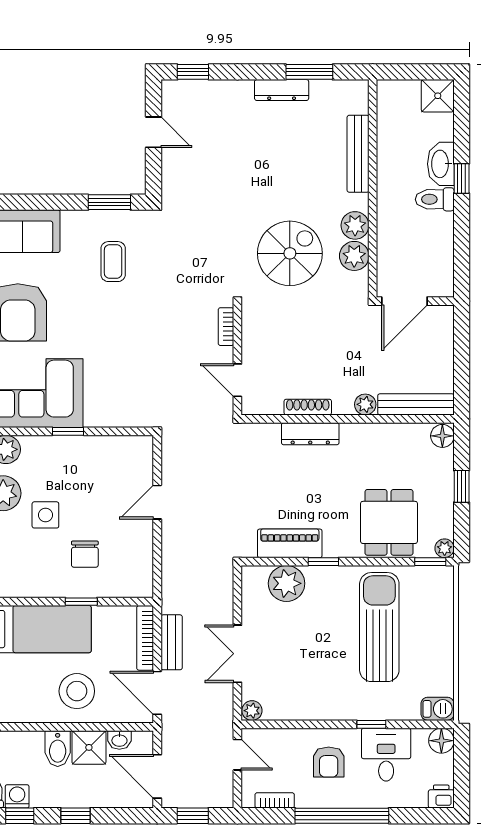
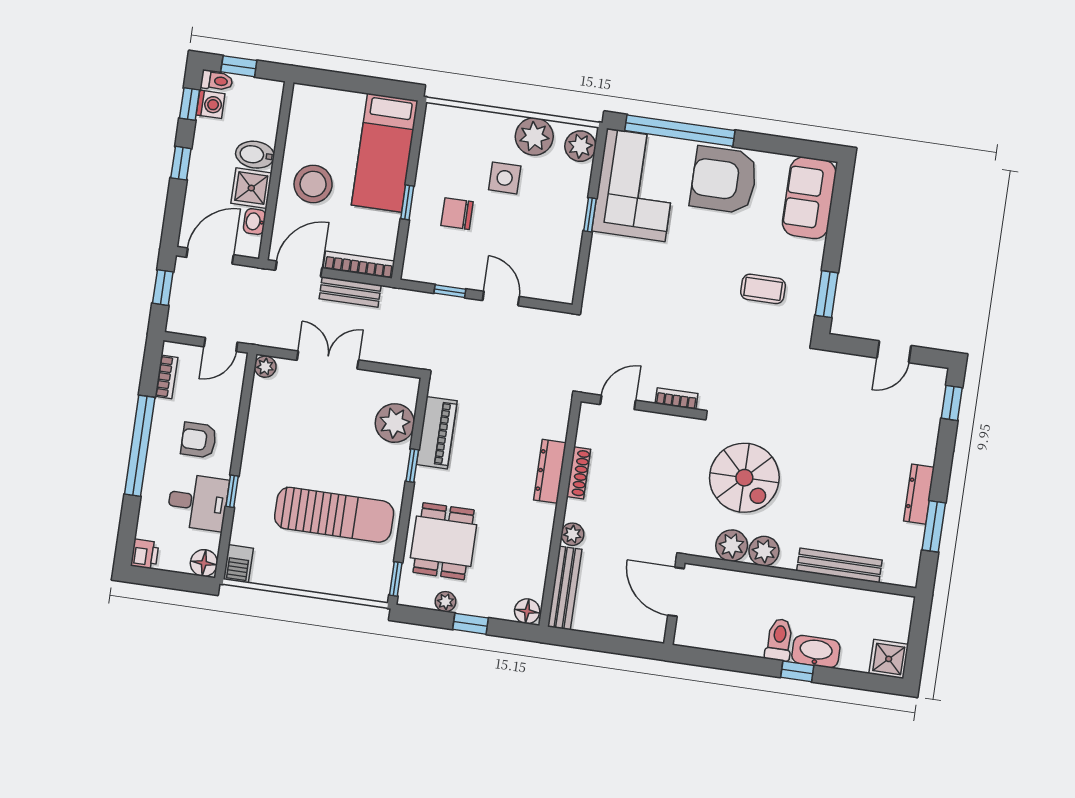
dining table: (389, 522) -> (444, 541), turned 90
plant: (445, 548) -> (445, 602), moved
window: (157, 550) -> (450, 291), added

